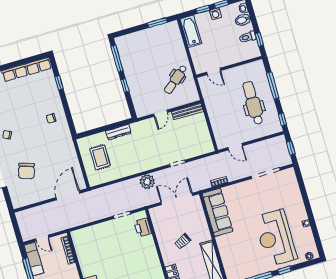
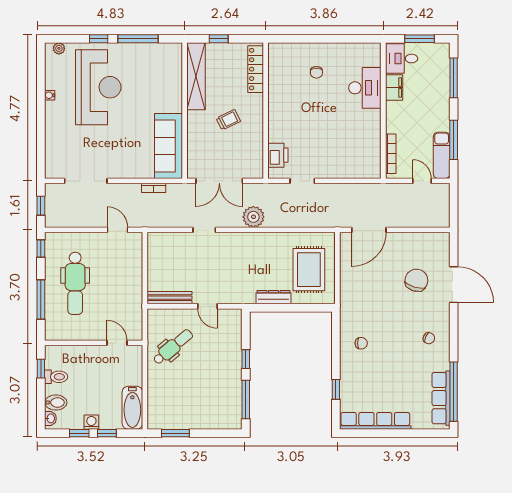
door: (160, 113) -> (208, 306), swing flipped
rug: (100, 157) -> (309, 270), width x1.36, depth x1.43

